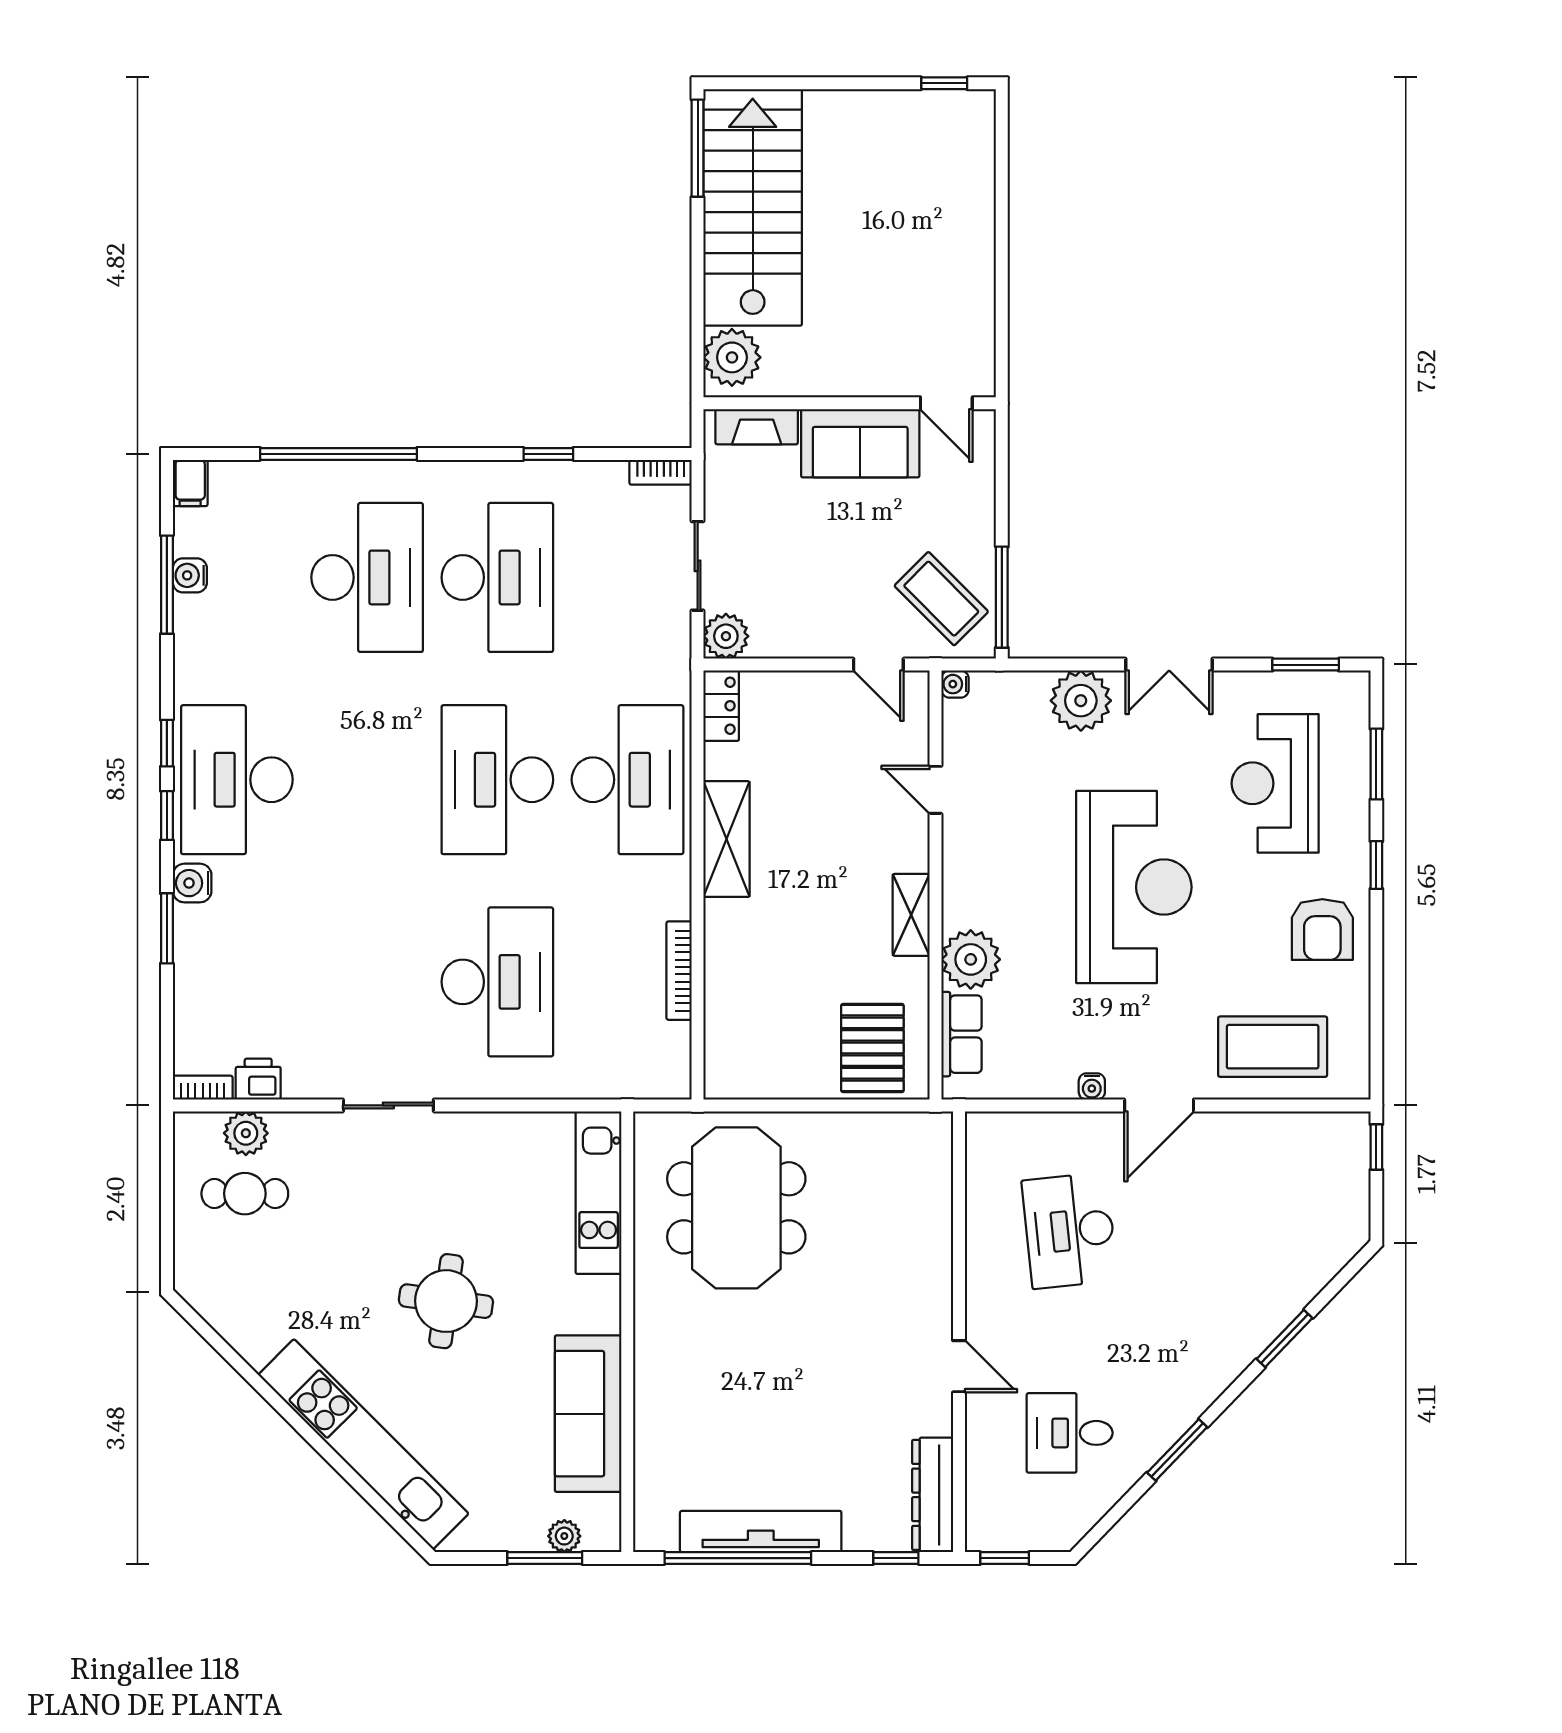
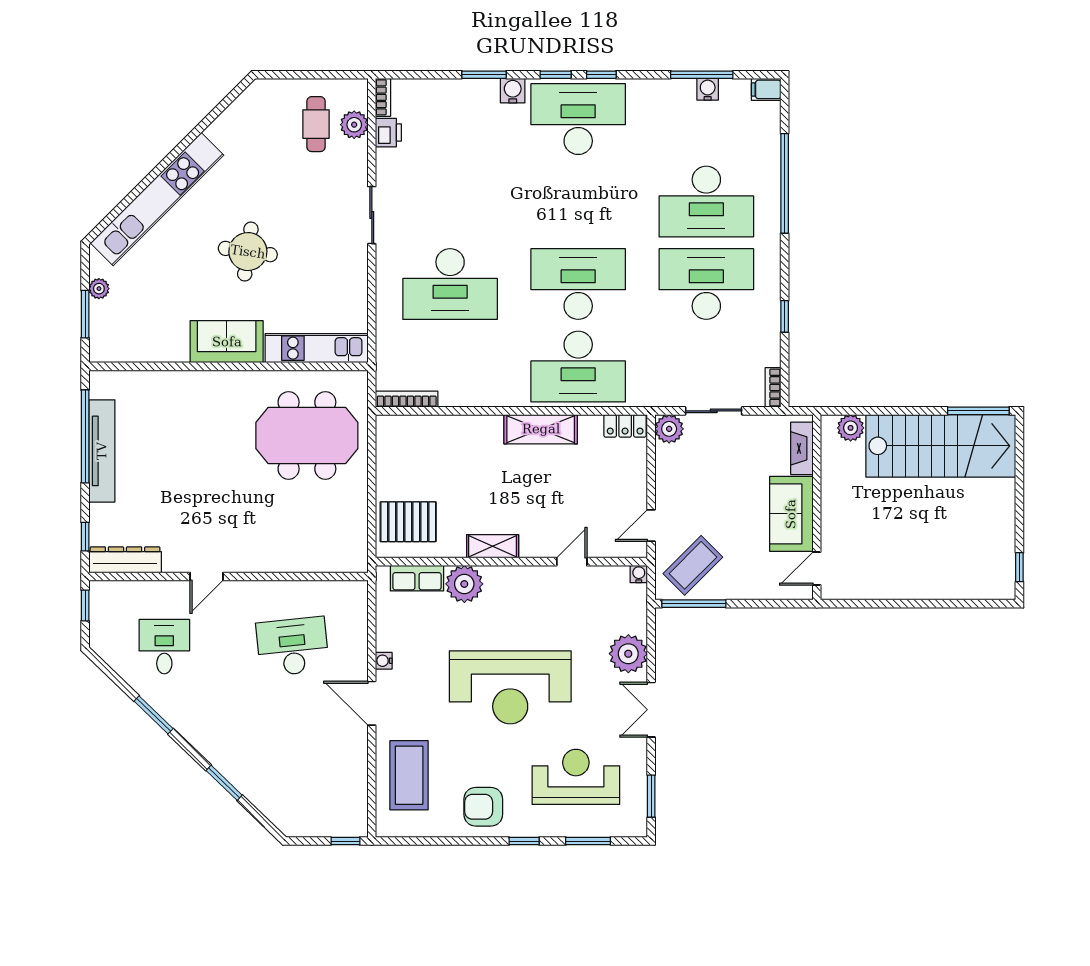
plant: (732, 357) -> (851, 428), width x0.73, depth x0.73
desk: (497, 577) -> (706, 284), turned 180
bookcase: (679, 971) -> (407, 399), moved
sofa: (588, 1414) -> (227, 342), moved, width x0.73
plant: (564, 1536) -> (99, 289), moved

